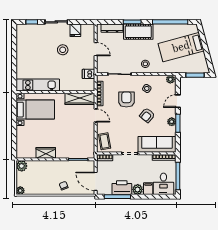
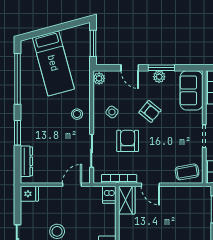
fridge: (75, 30) -> (29, 194), moved
cot: (138, 32) -> (31, 124), removed
door: (96, 49) -> (72, 185), moved
dishwasher: (89, 74) -> (109, 195), moved
wardrobe: (80, 99) -> (127, 200), width x0.67
armchair: (126, 100) -> (128, 141), turned 90
door: (96, 115) -> (150, 185), swing flipped
sofa: (157, 144) -> (191, 90), width x0.73

